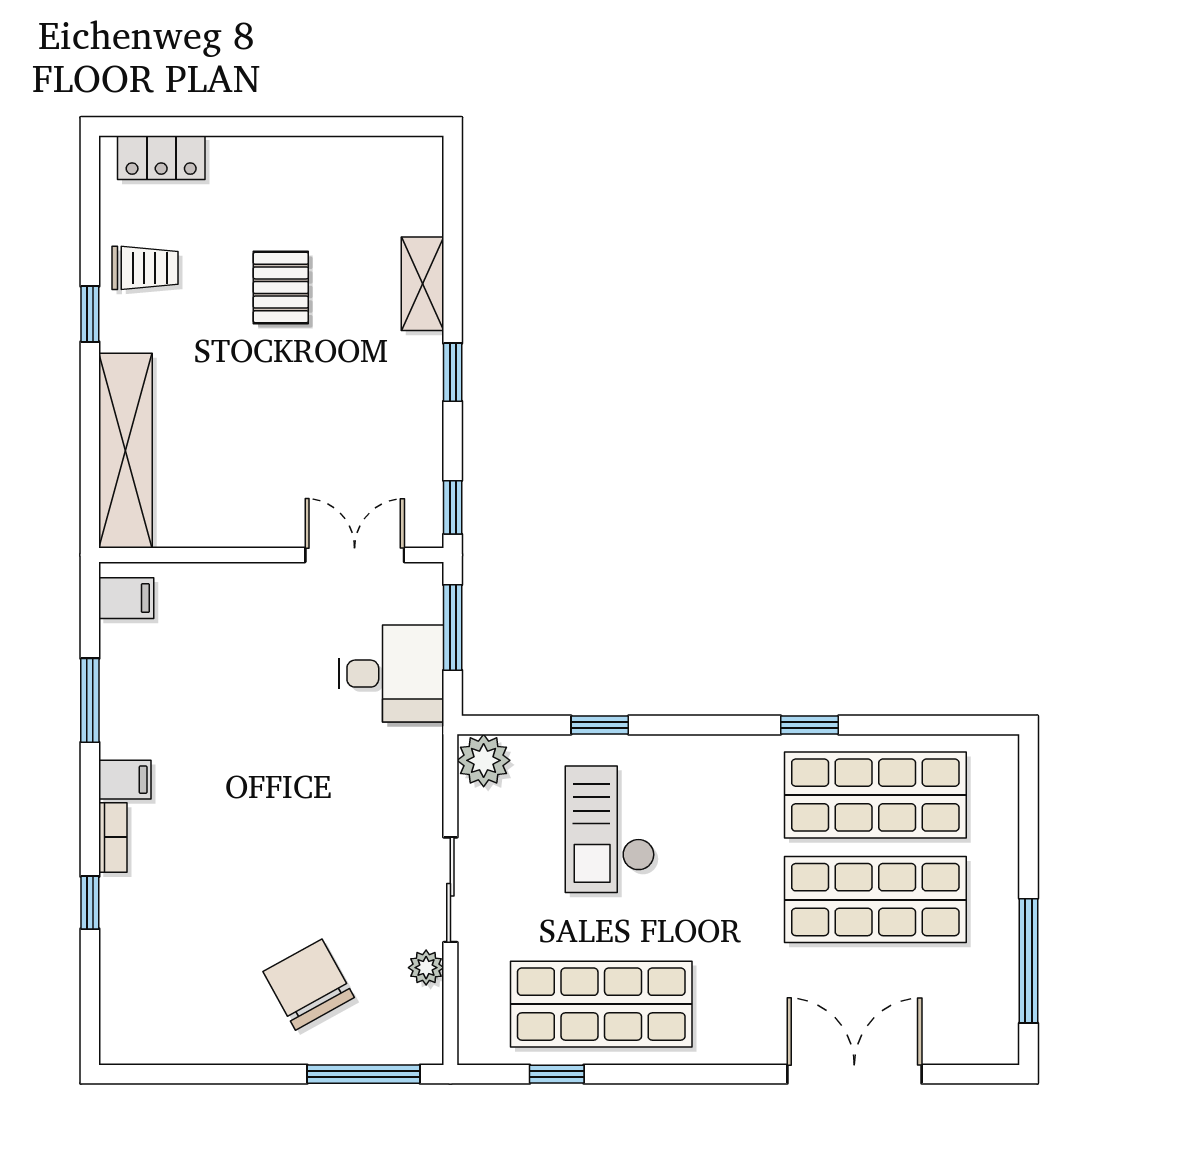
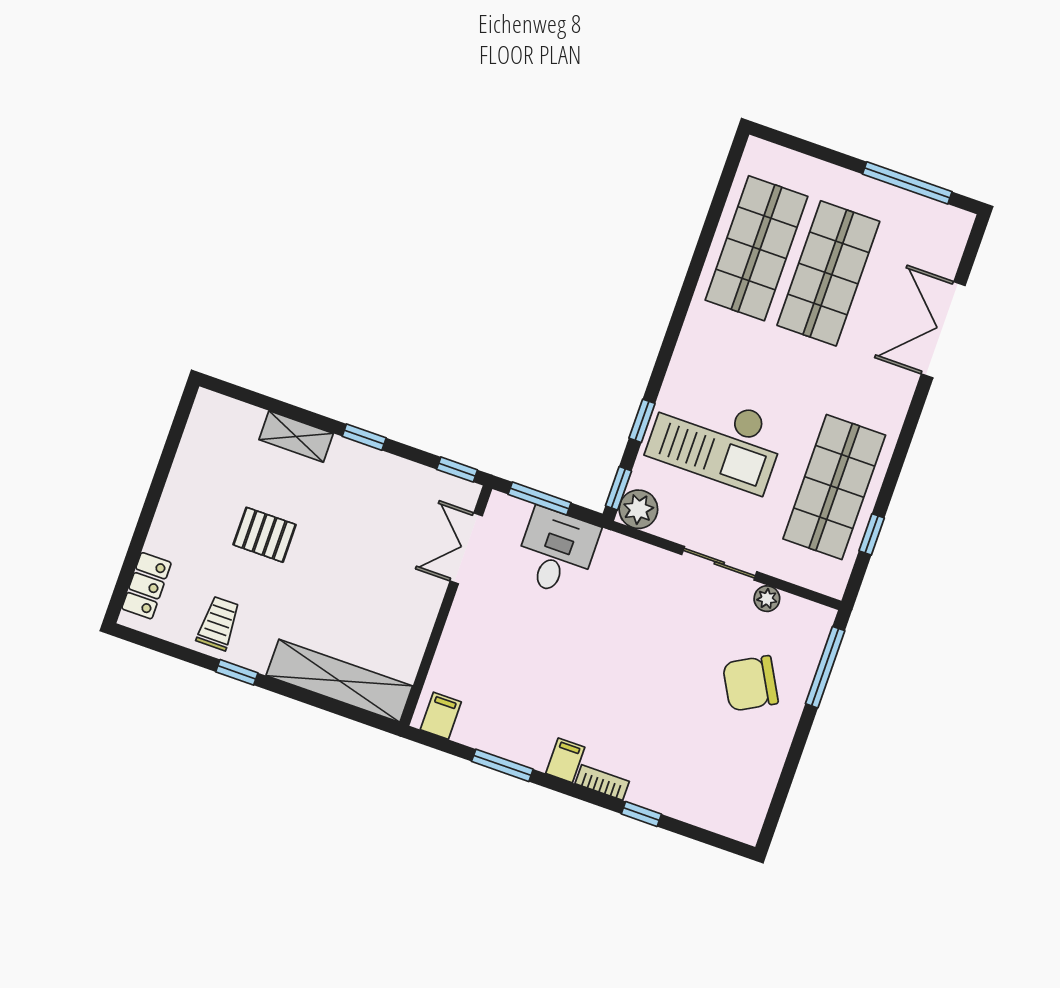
window: (810, 725) -> (618, 488), moved
checkout: (610, 829) -> (716, 439), width x1.36, depth x1.21

